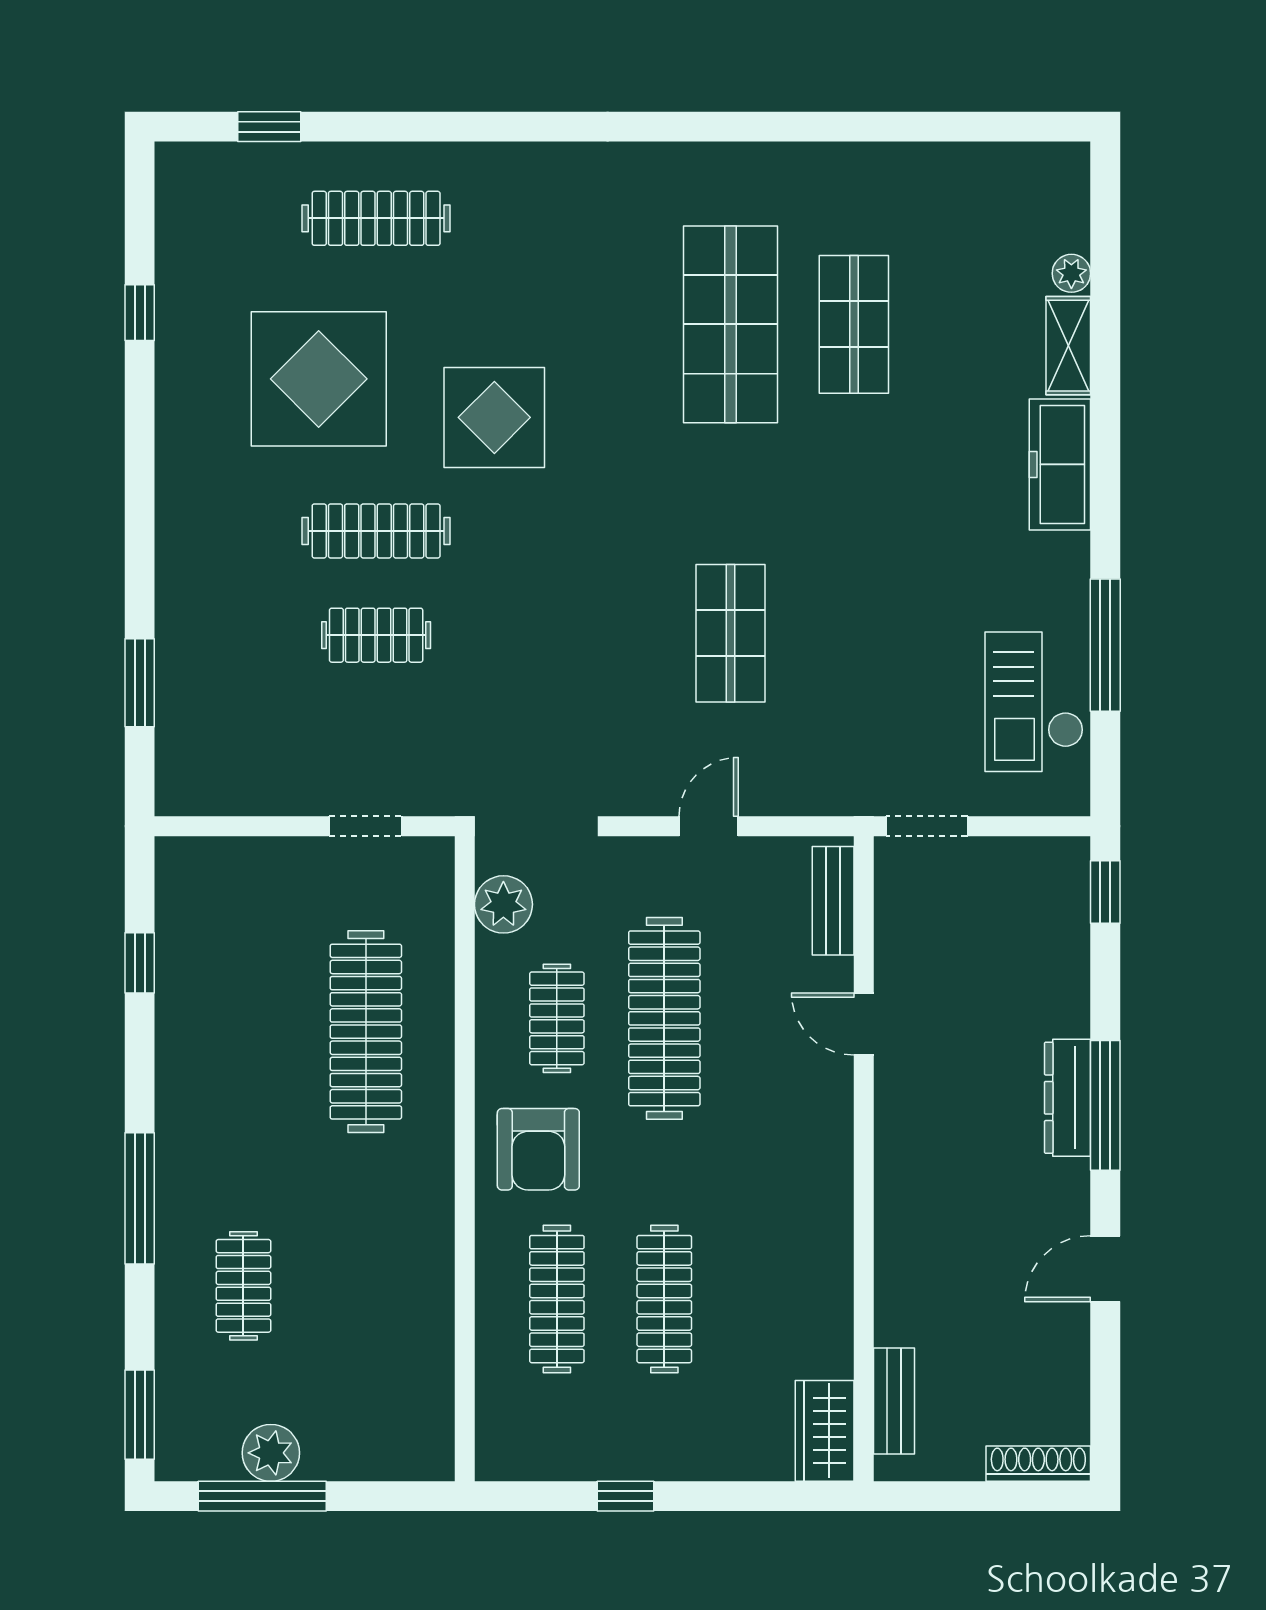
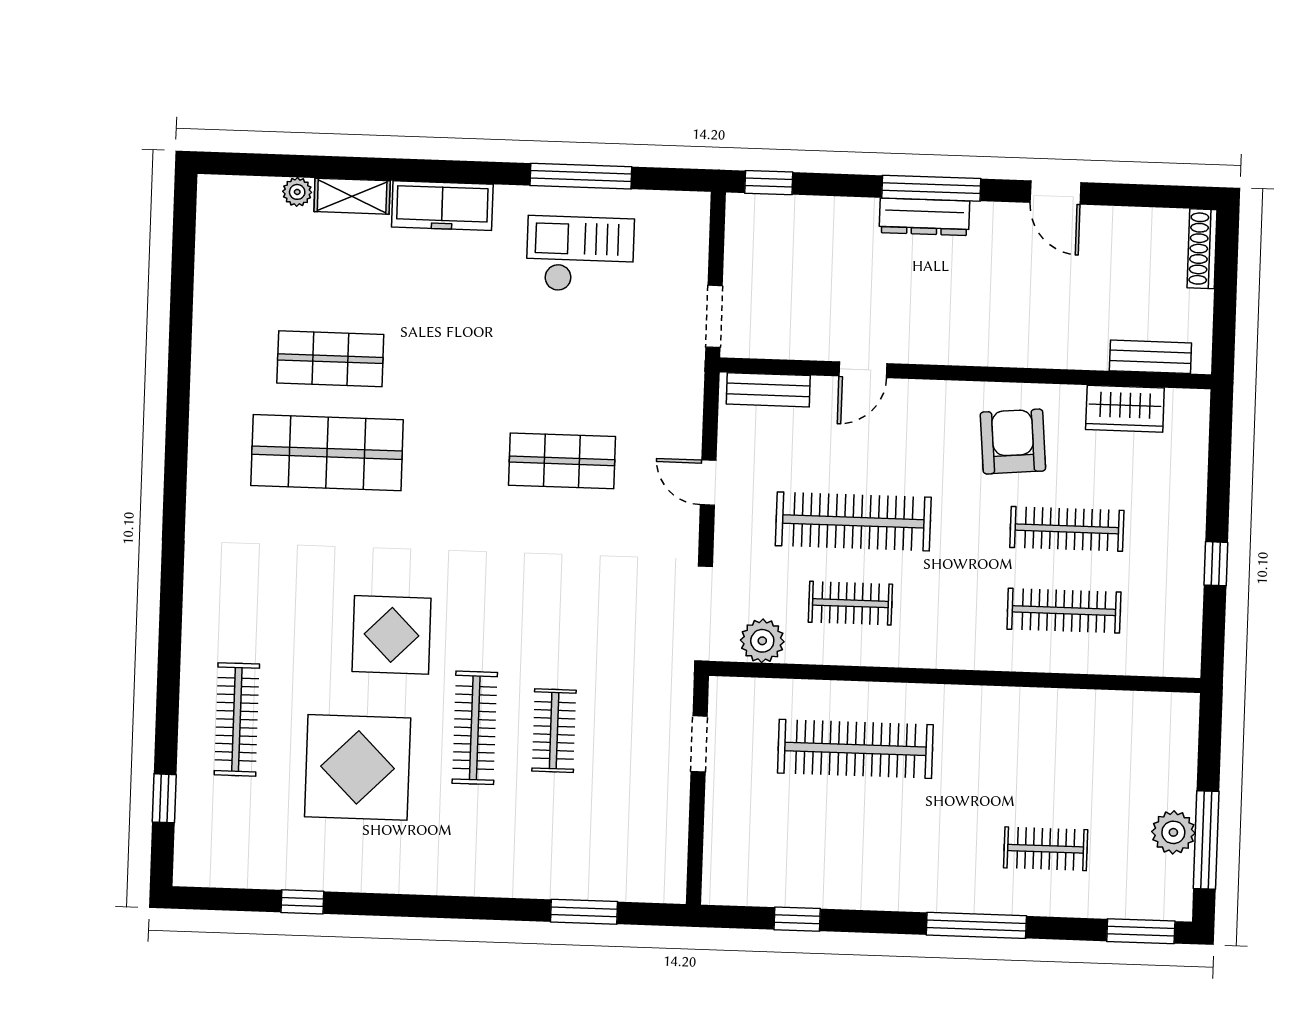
checkout: (1034, 702) -> (580, 254), moved, turned 180
armchair: (538, 1149) -> (1013, 442), moved, turned -95
wardrobe: (825, 1431) -> (1125, 409), moved

